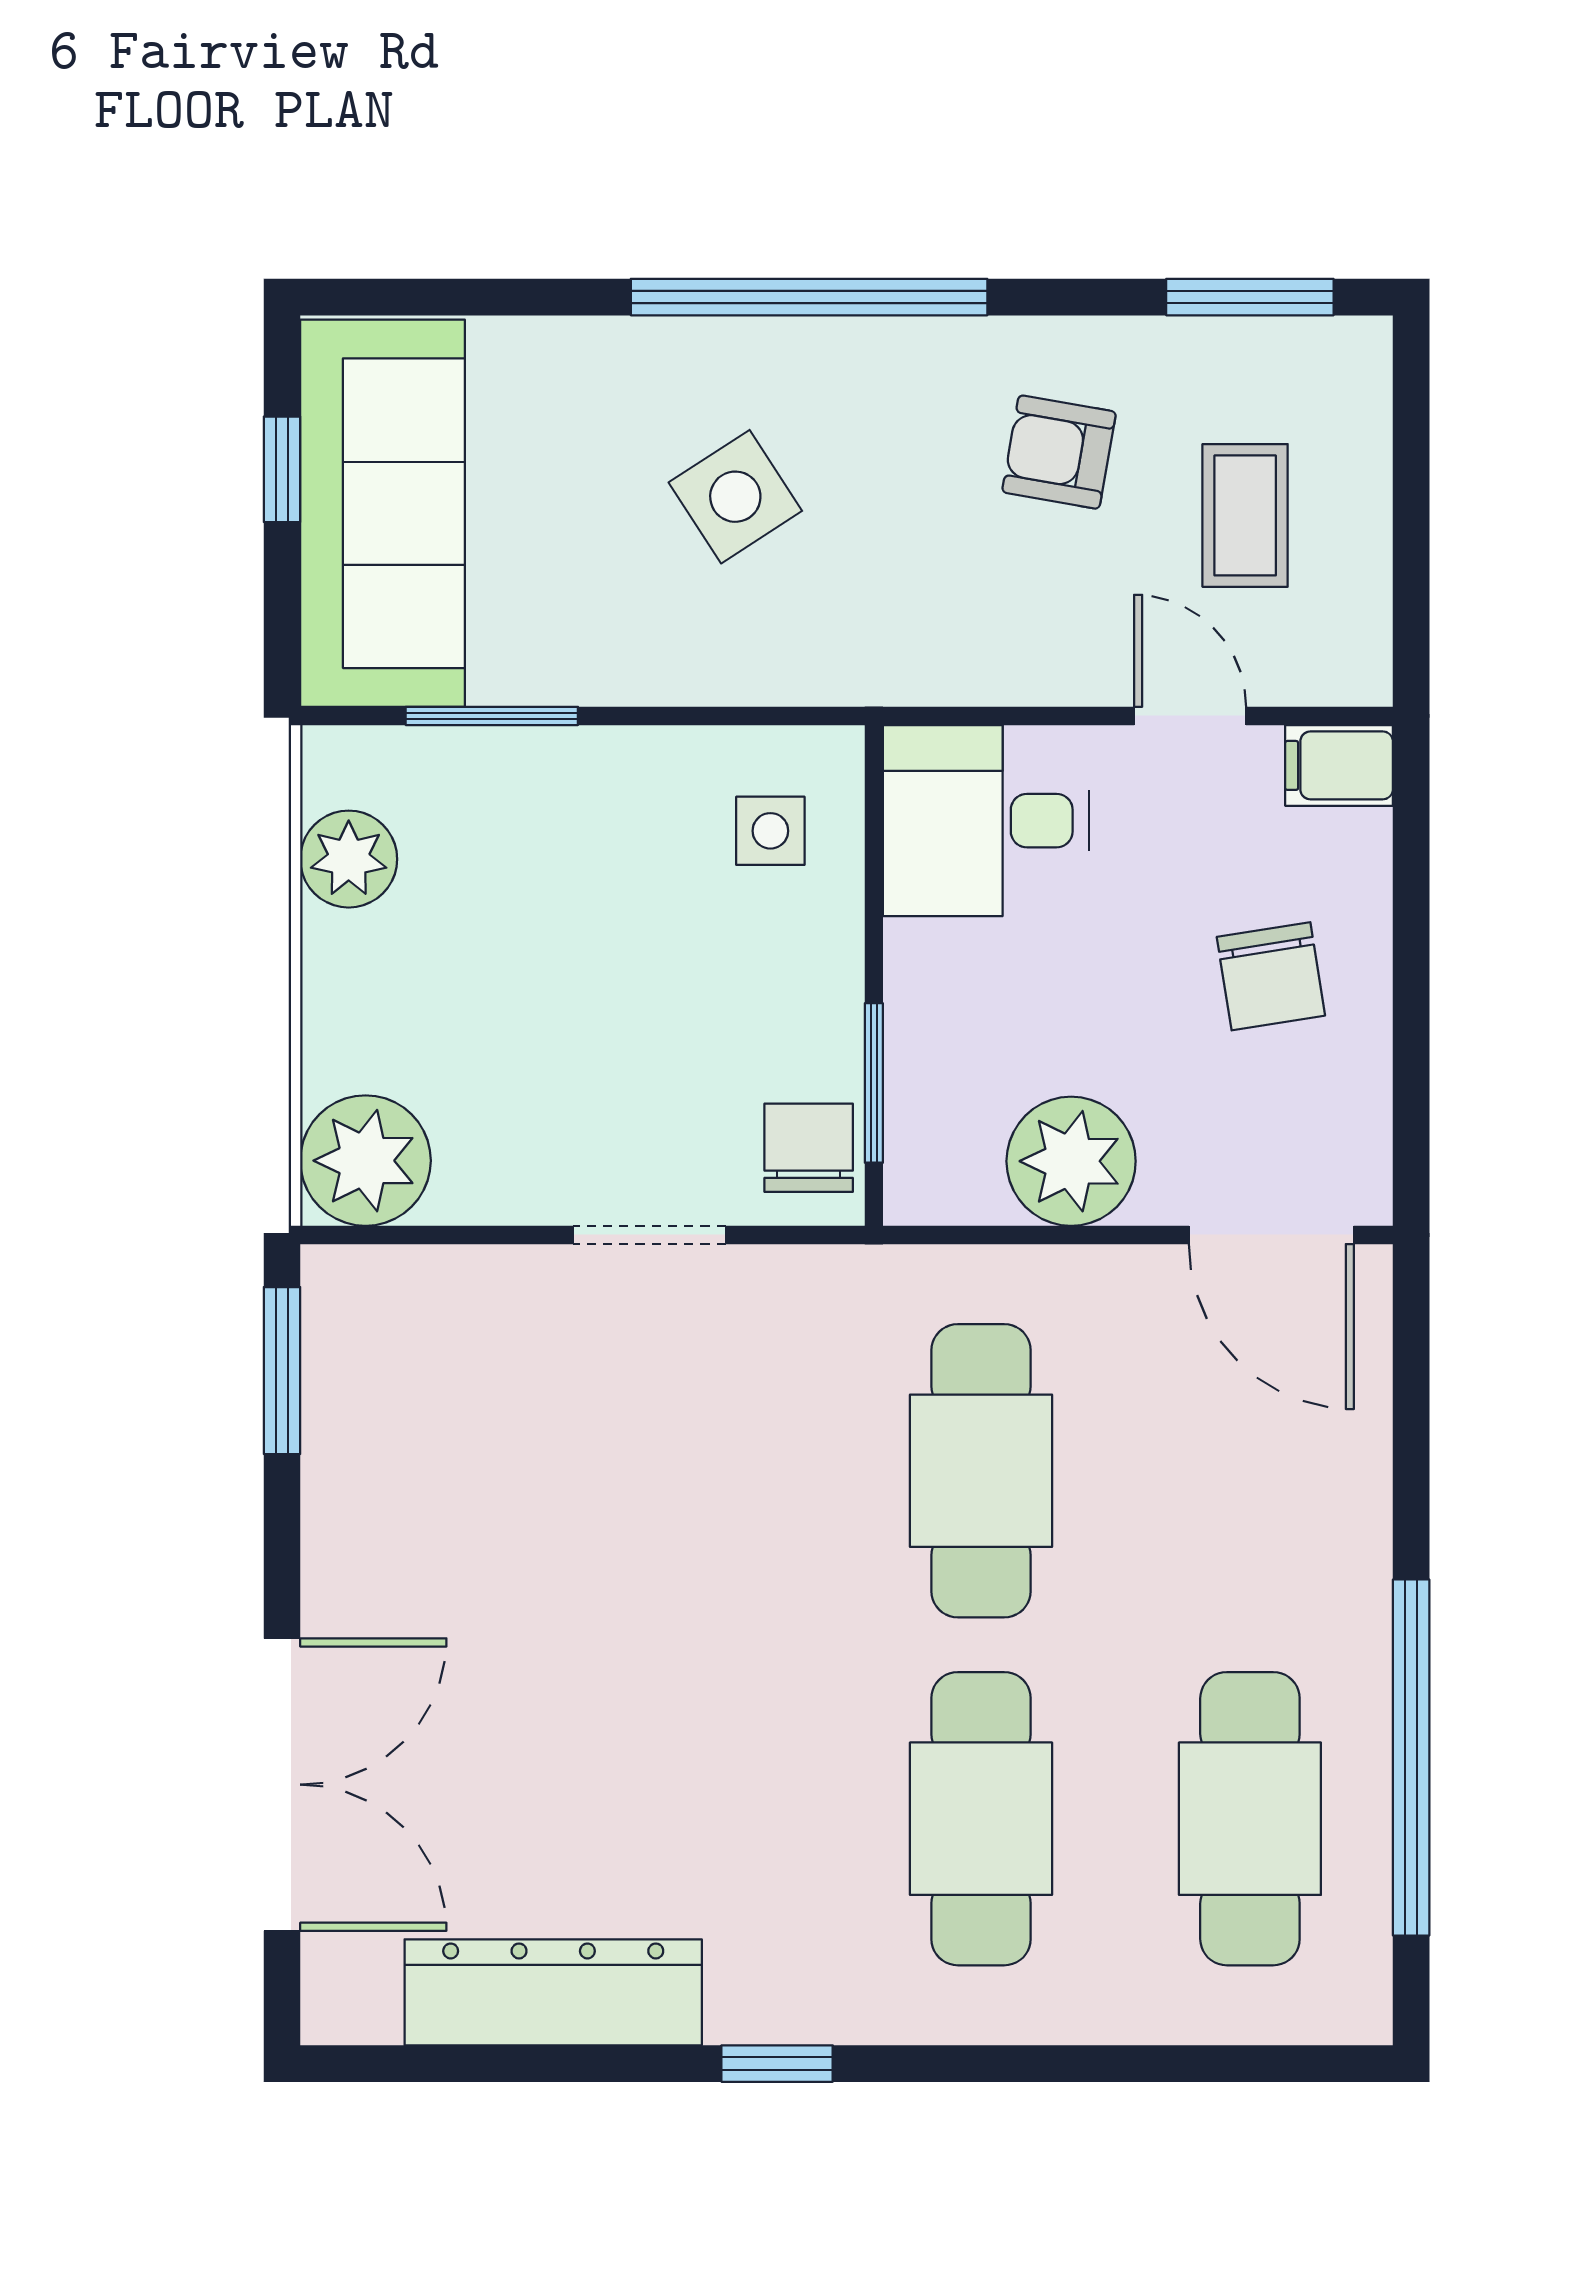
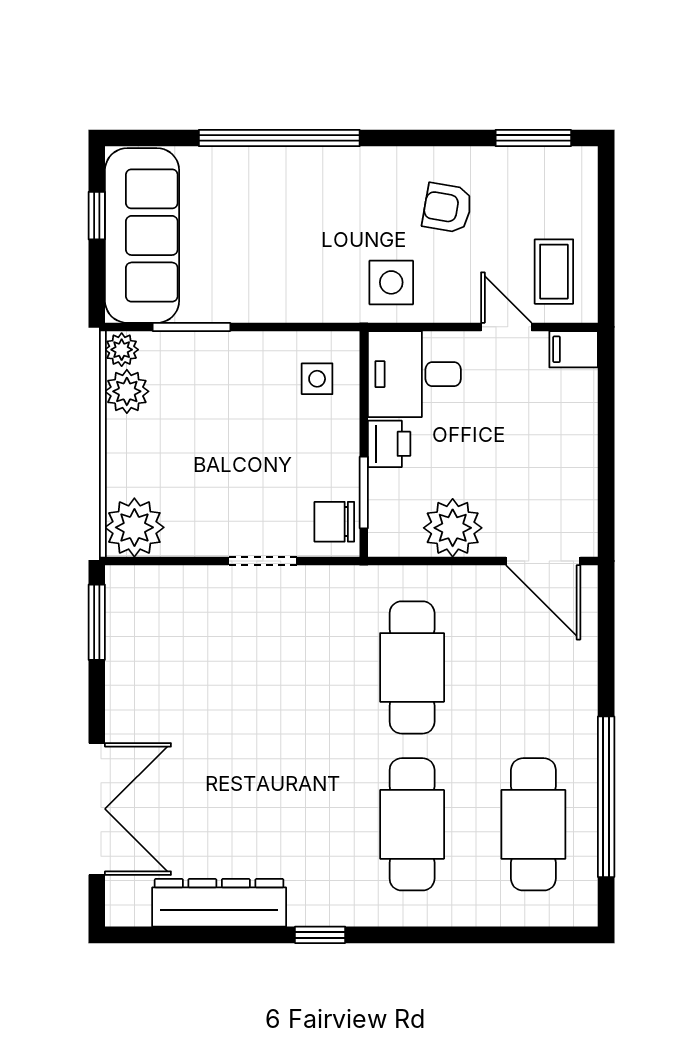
window: (809, 297) -> (279, 138), moved
side table: (735, 497) -> (391, 282), moved, turned 33
coffee table: (1245, 515) -> (554, 272), moved
plant: (337, 766) -> (122, 350), added
printer: (930, 975) -> (389, 444), added
chair: (1271, 976) -> (543, 444), removed
chair: (809, 1148) -> (334, 522), turned -90

